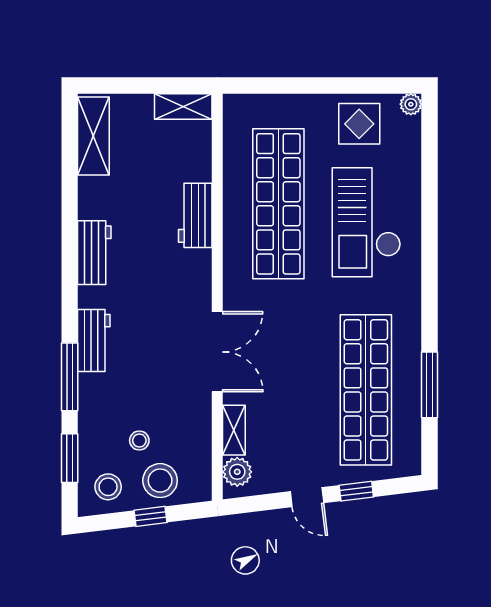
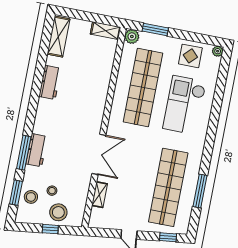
window: (280, 86) -> (155, 30), added
workbench: (195, 215) -> (101, 85), removed
workbench: (94, 253) -> (50, 82), moved
workbench: (94, 340) -> (37, 150), moved
plant: (237, 472) -> (132, 36), moved
stool: (108, 487) -> (31, 197), moved
window: (356, 491) -> (168, 237), moved

